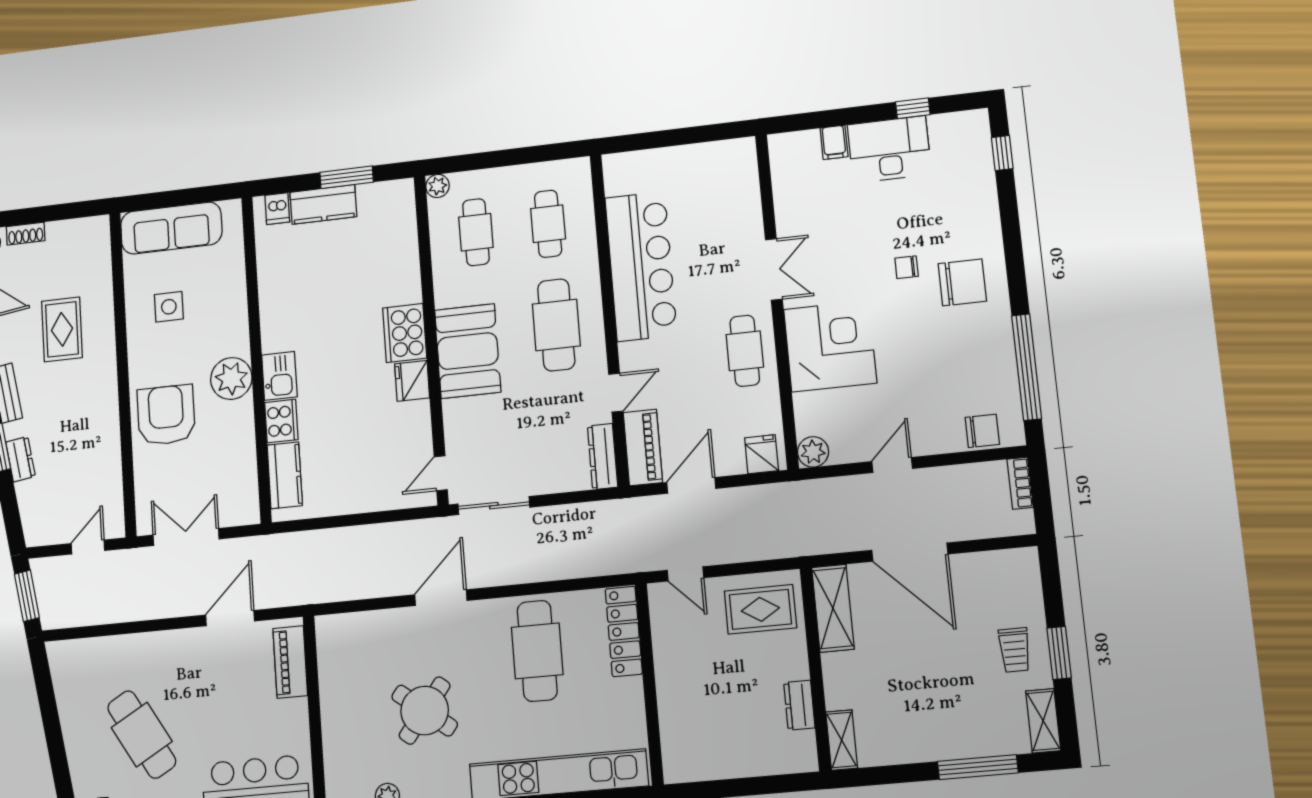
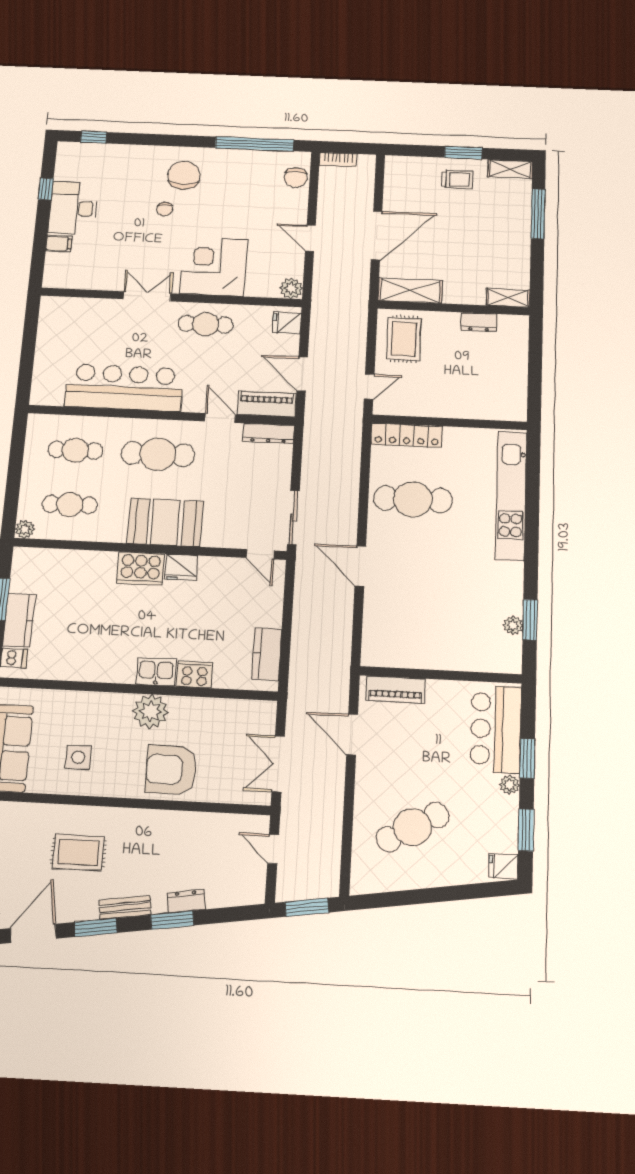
chair: (982, 431) -> (296, 178), turned 180
kitchen counter: (285, 475) -> (267, 654), moved, turned -90
round table: (425, 711) -> (449, 589), removed
cafe table: (142, 734) -> (413, 827), moved

